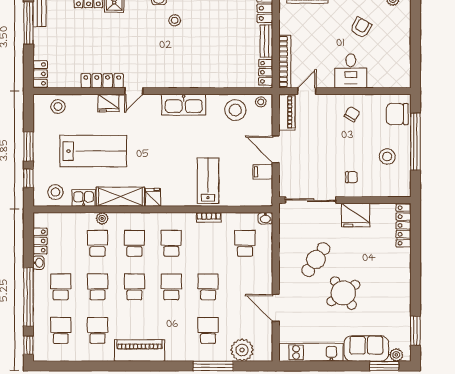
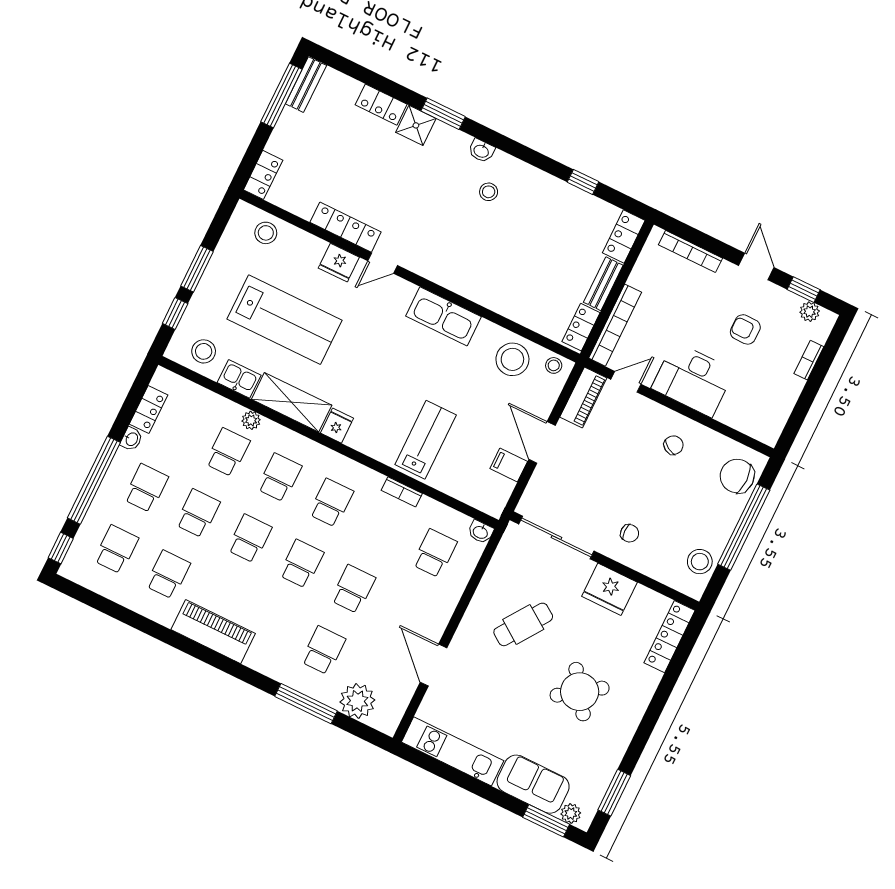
bookcase: (406, 27) -> (809, 360), added
armchair: (361, 28) -> (745, 329), turned -120
desk: (351, 71) -> (693, 379), width x1.37
stool: (387, 156) -> (700, 562), moved
round table: (343, 293) -> (580, 692), moved

